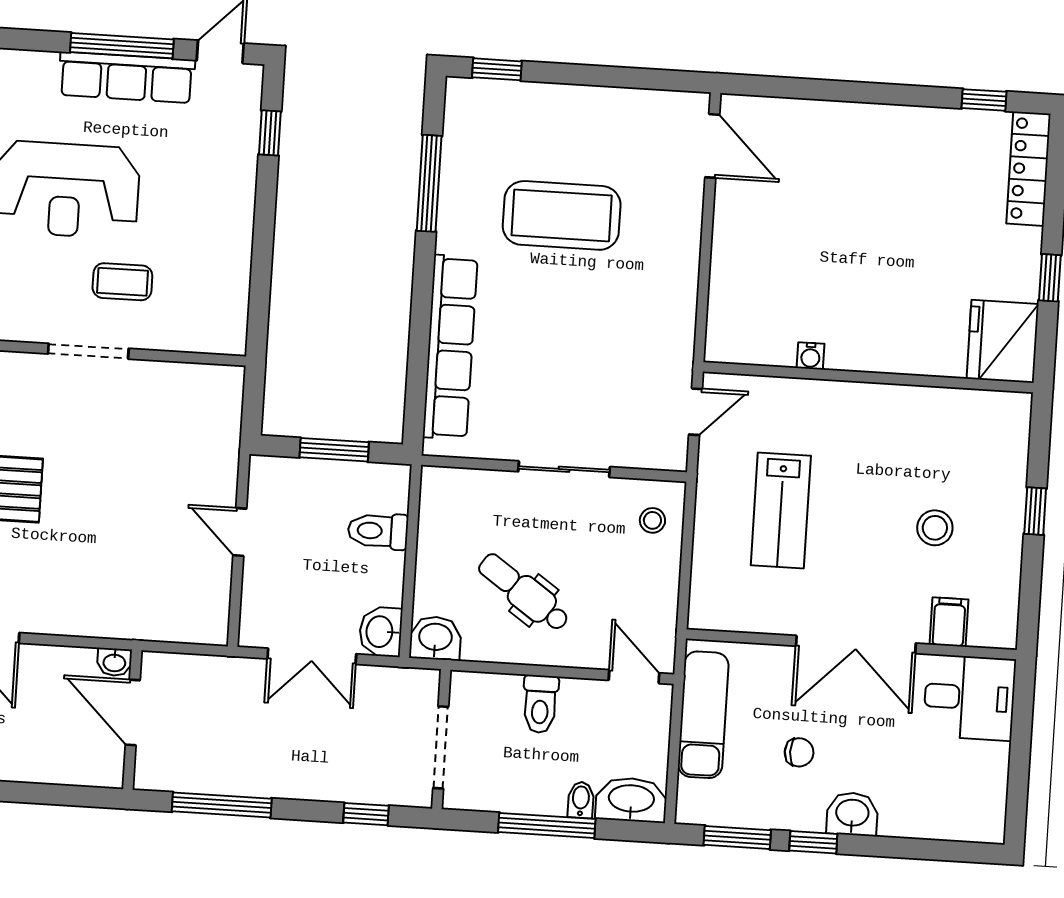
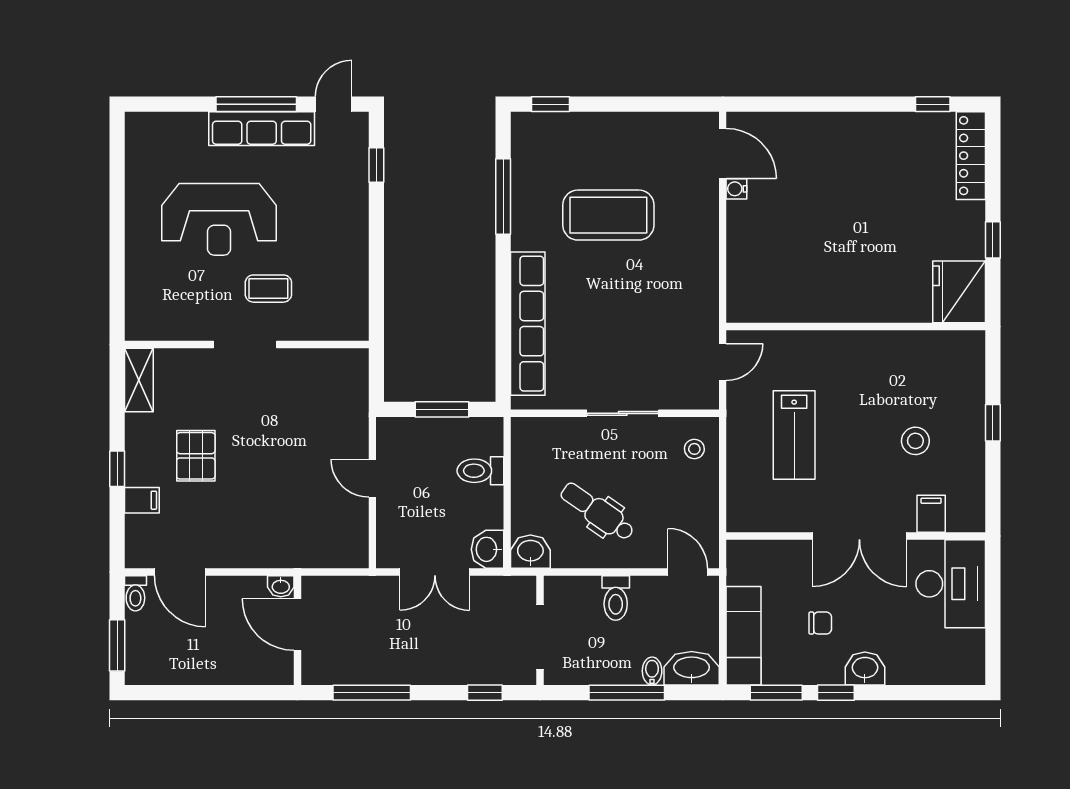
water cooler: (810, 356) -> (736, 189), moved, turned 90
desk: (969, 698) -> (951, 584), width x1.37
exam couch: (703, 715) -> (744, 636), moved

